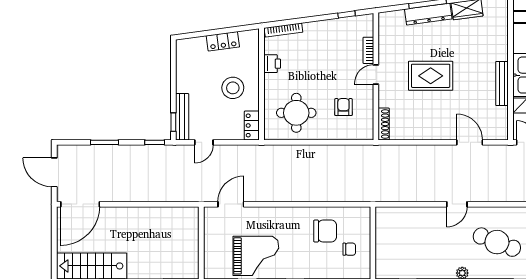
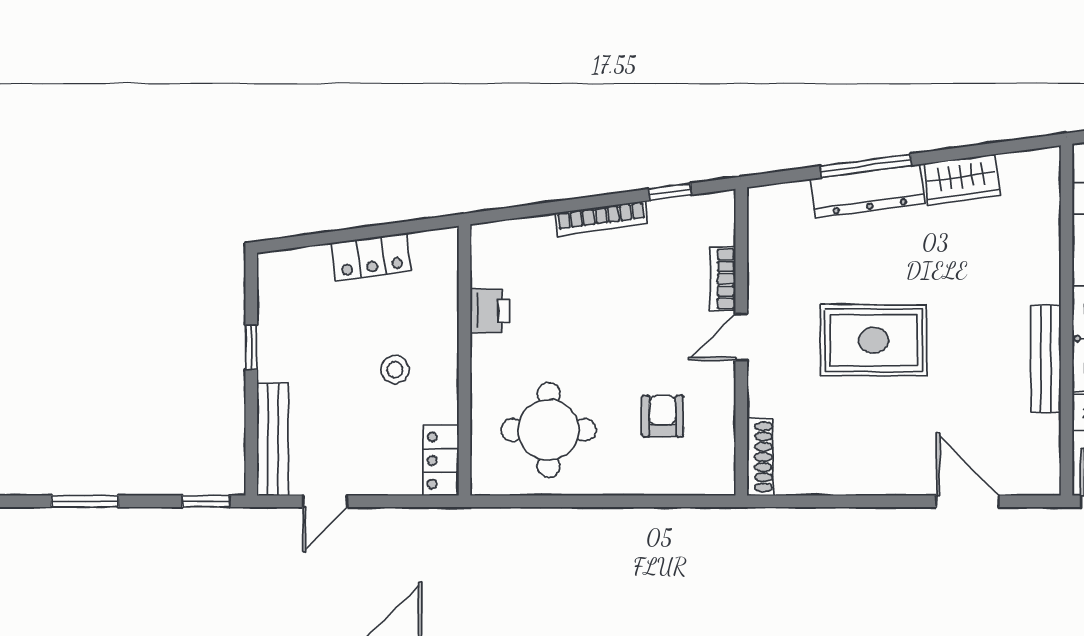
bookcase: (283, 30) -> (601, 219), moved
stool: (233, 88) -> (395, 370), width x0.53, depth x0.53
window: (173, 122) -> (251, 347), moved

